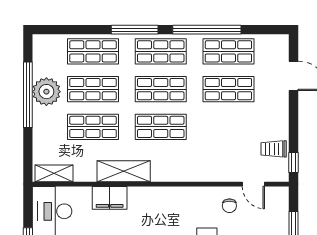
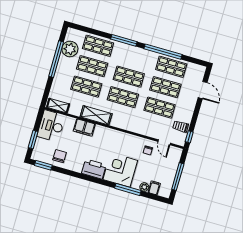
shop shelf: (161, 51) -> (160, 108), moved
plant: (46, 92) -> (70, 49), moved

